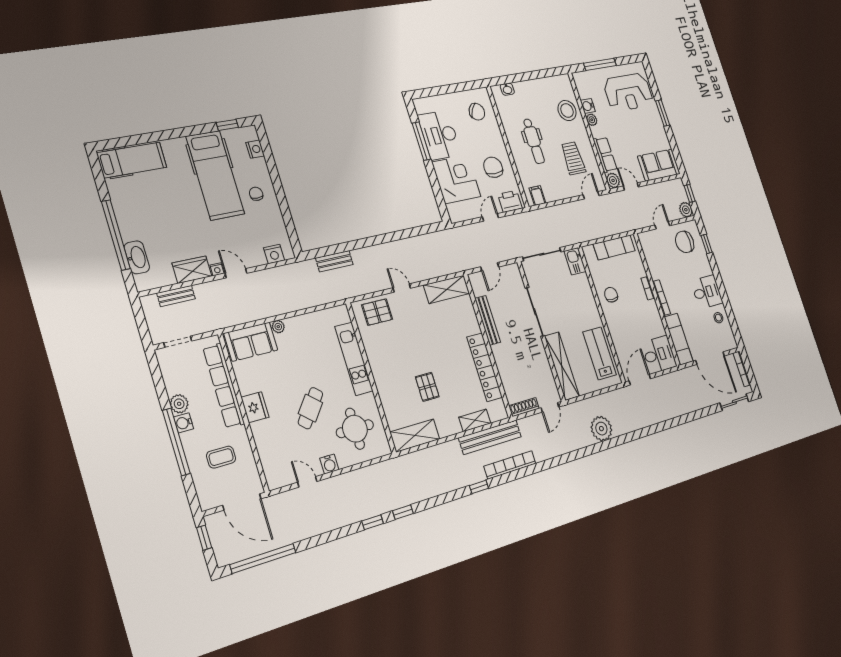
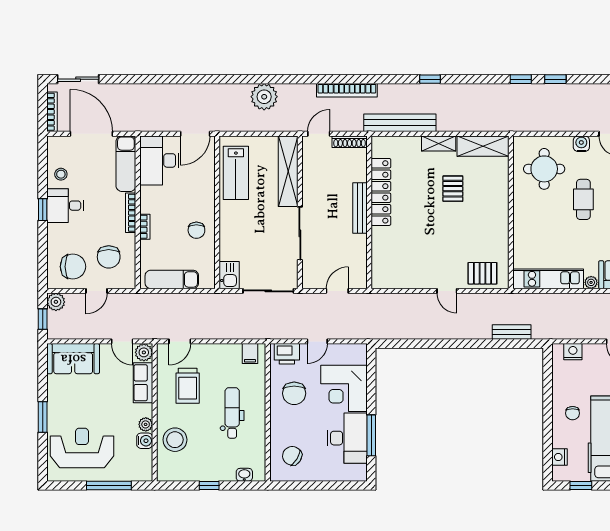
window: (530, 76) -> (209, 485), added
window: (707, 244) -> (43, 210), moved
chair: (664, 256) -> (109, 257), added
shelving: (447, 289) -> (396, 279), removed
bench: (488, 320) -> (360, 208), moved
desk: (659, 354) -> (159, 160), width x1.37
kitchen unit: (354, 359) -> (548, 279), moved, turned -90
cafe table: (310, 408) -> (583, 199), turned -40
shelving: (475, 420) -> (439, 143), moved
bookcase: (510, 465) -> (347, 90), moved

